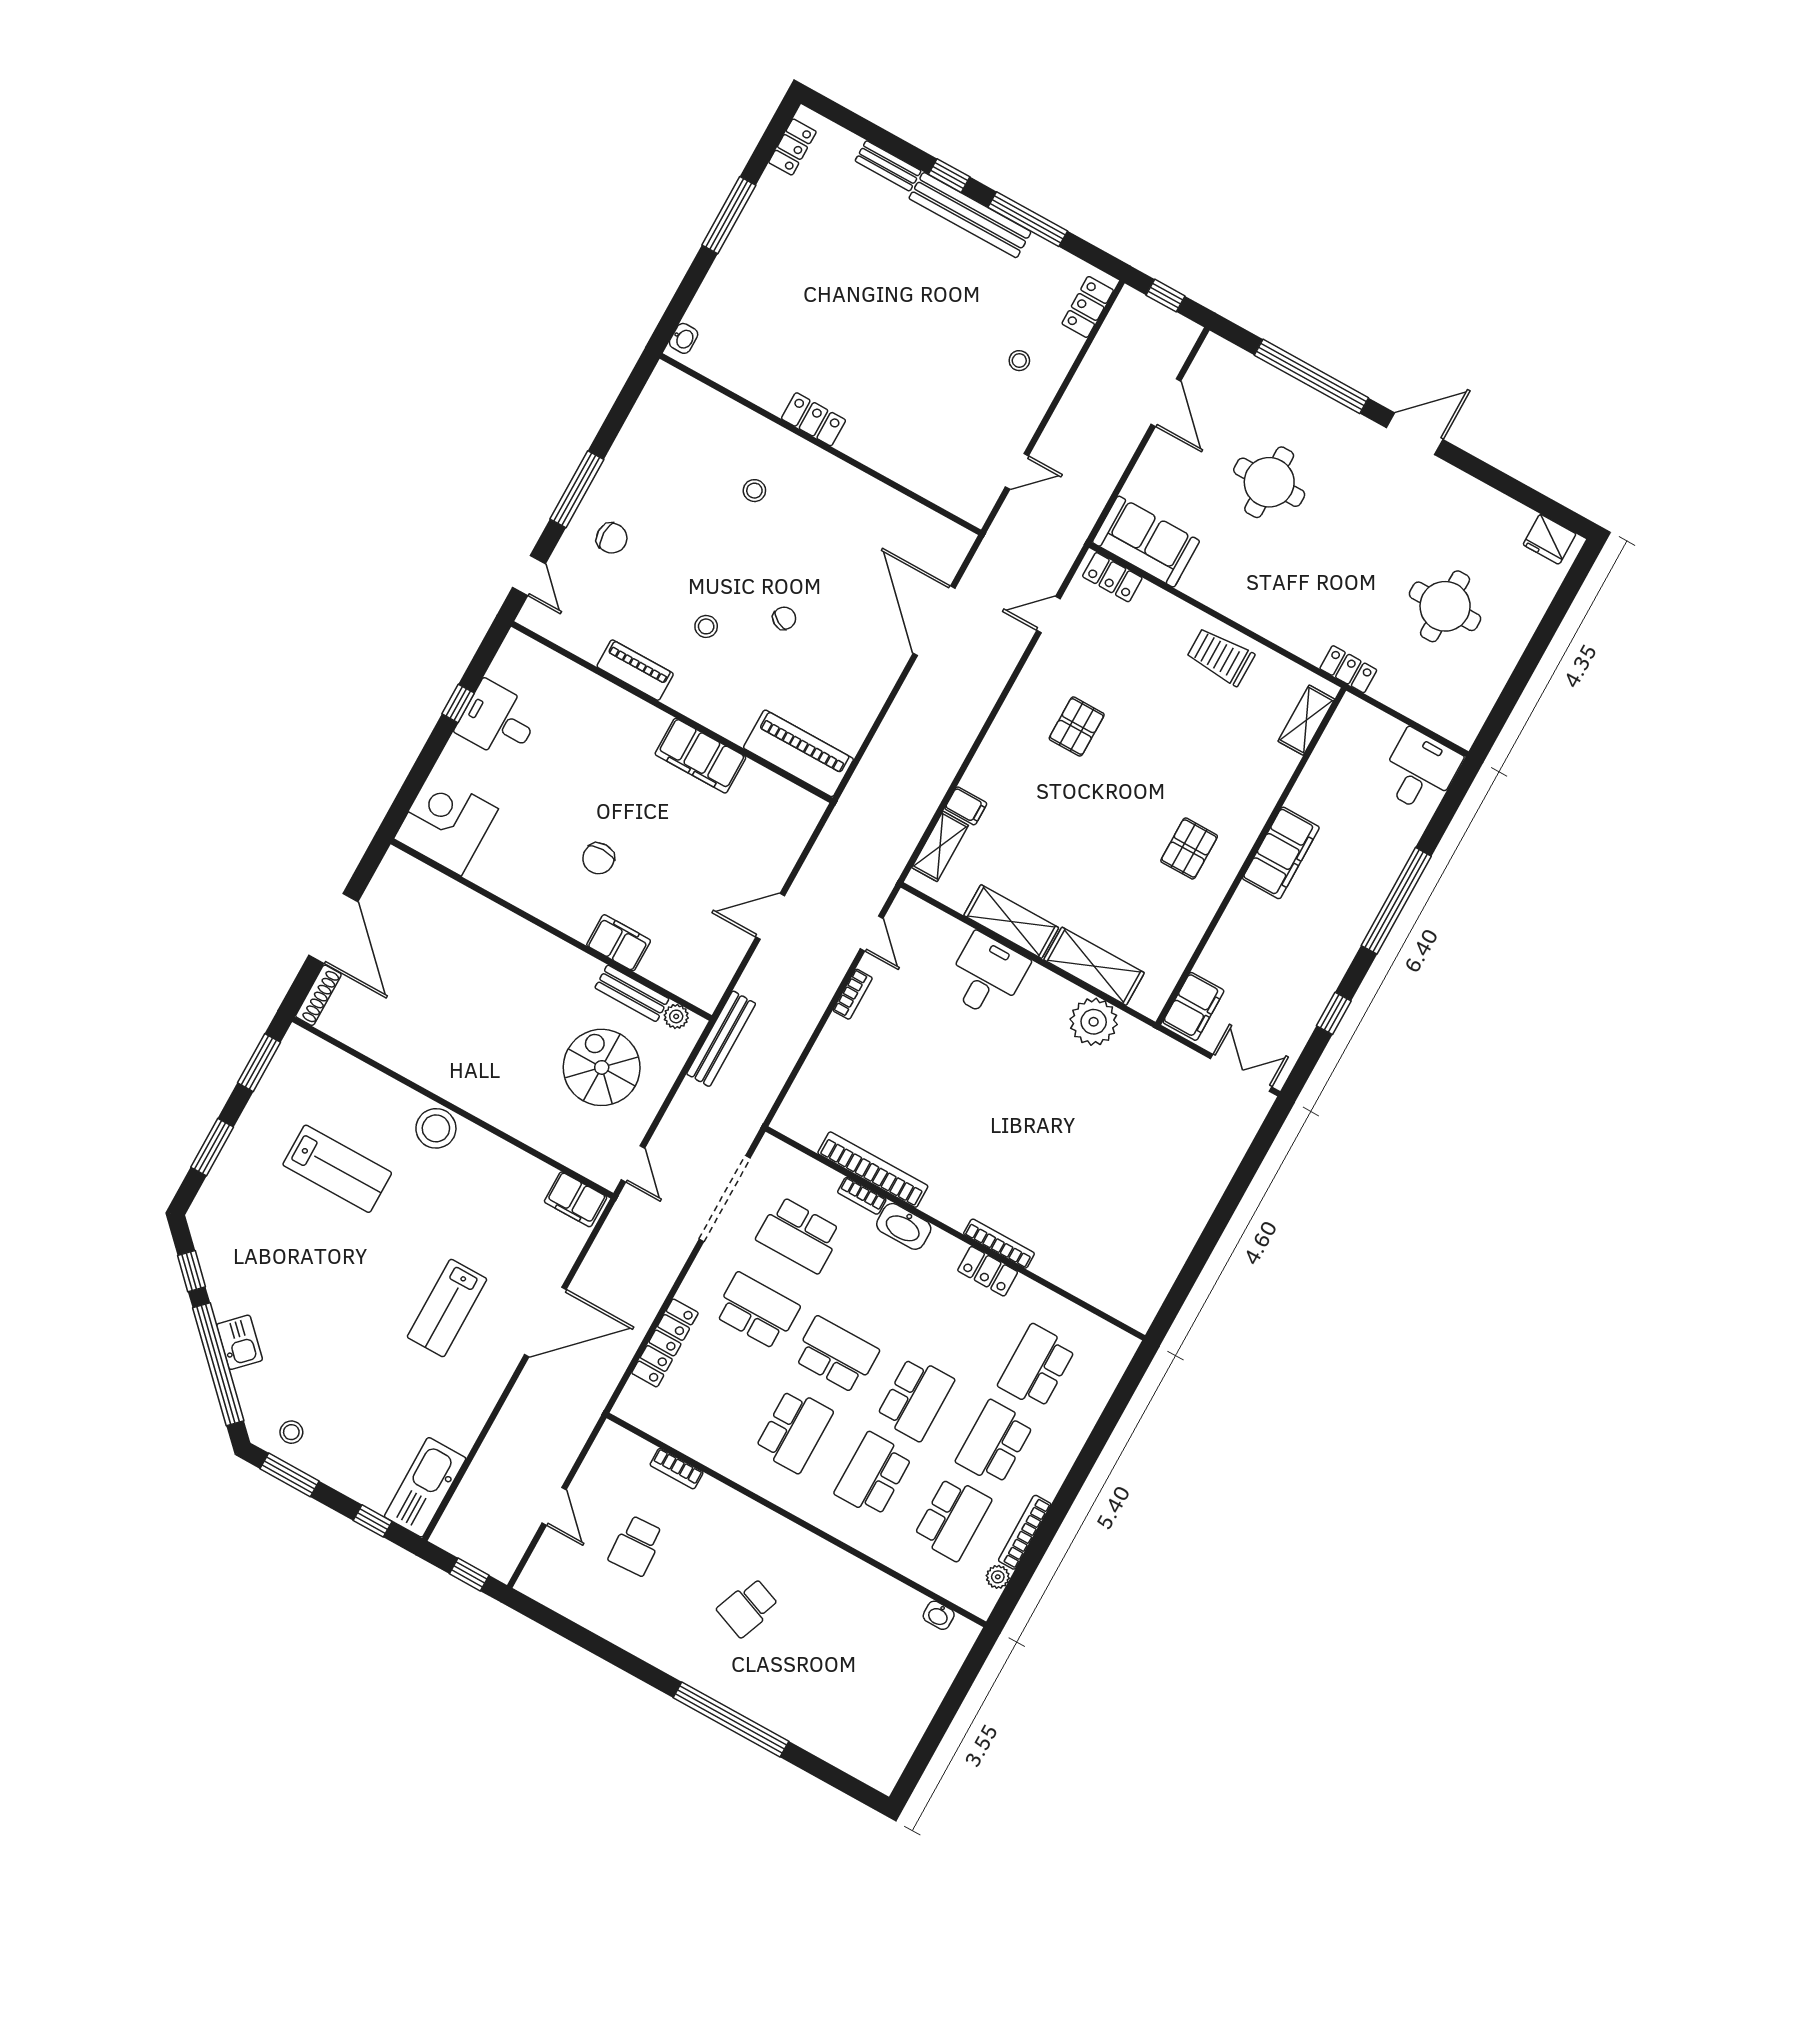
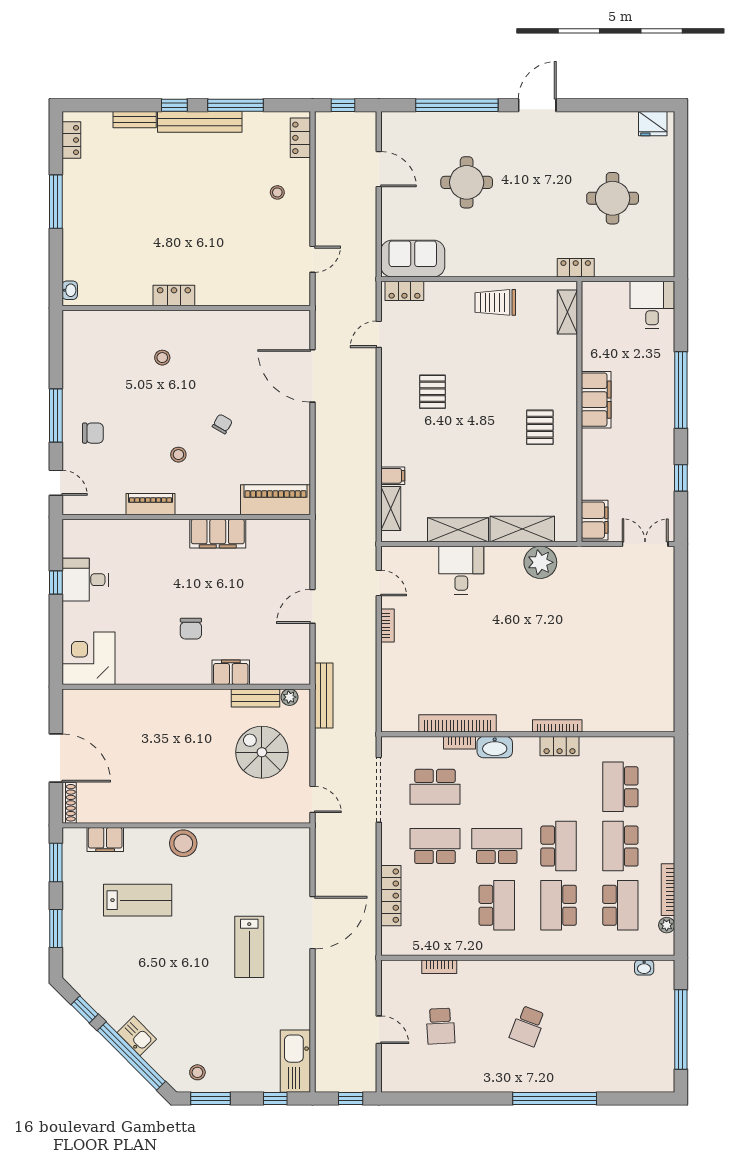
filing cabinet: (576, 1199) -> (105, 840), moved
window: (942, 1721) -> (681, 1030), added

